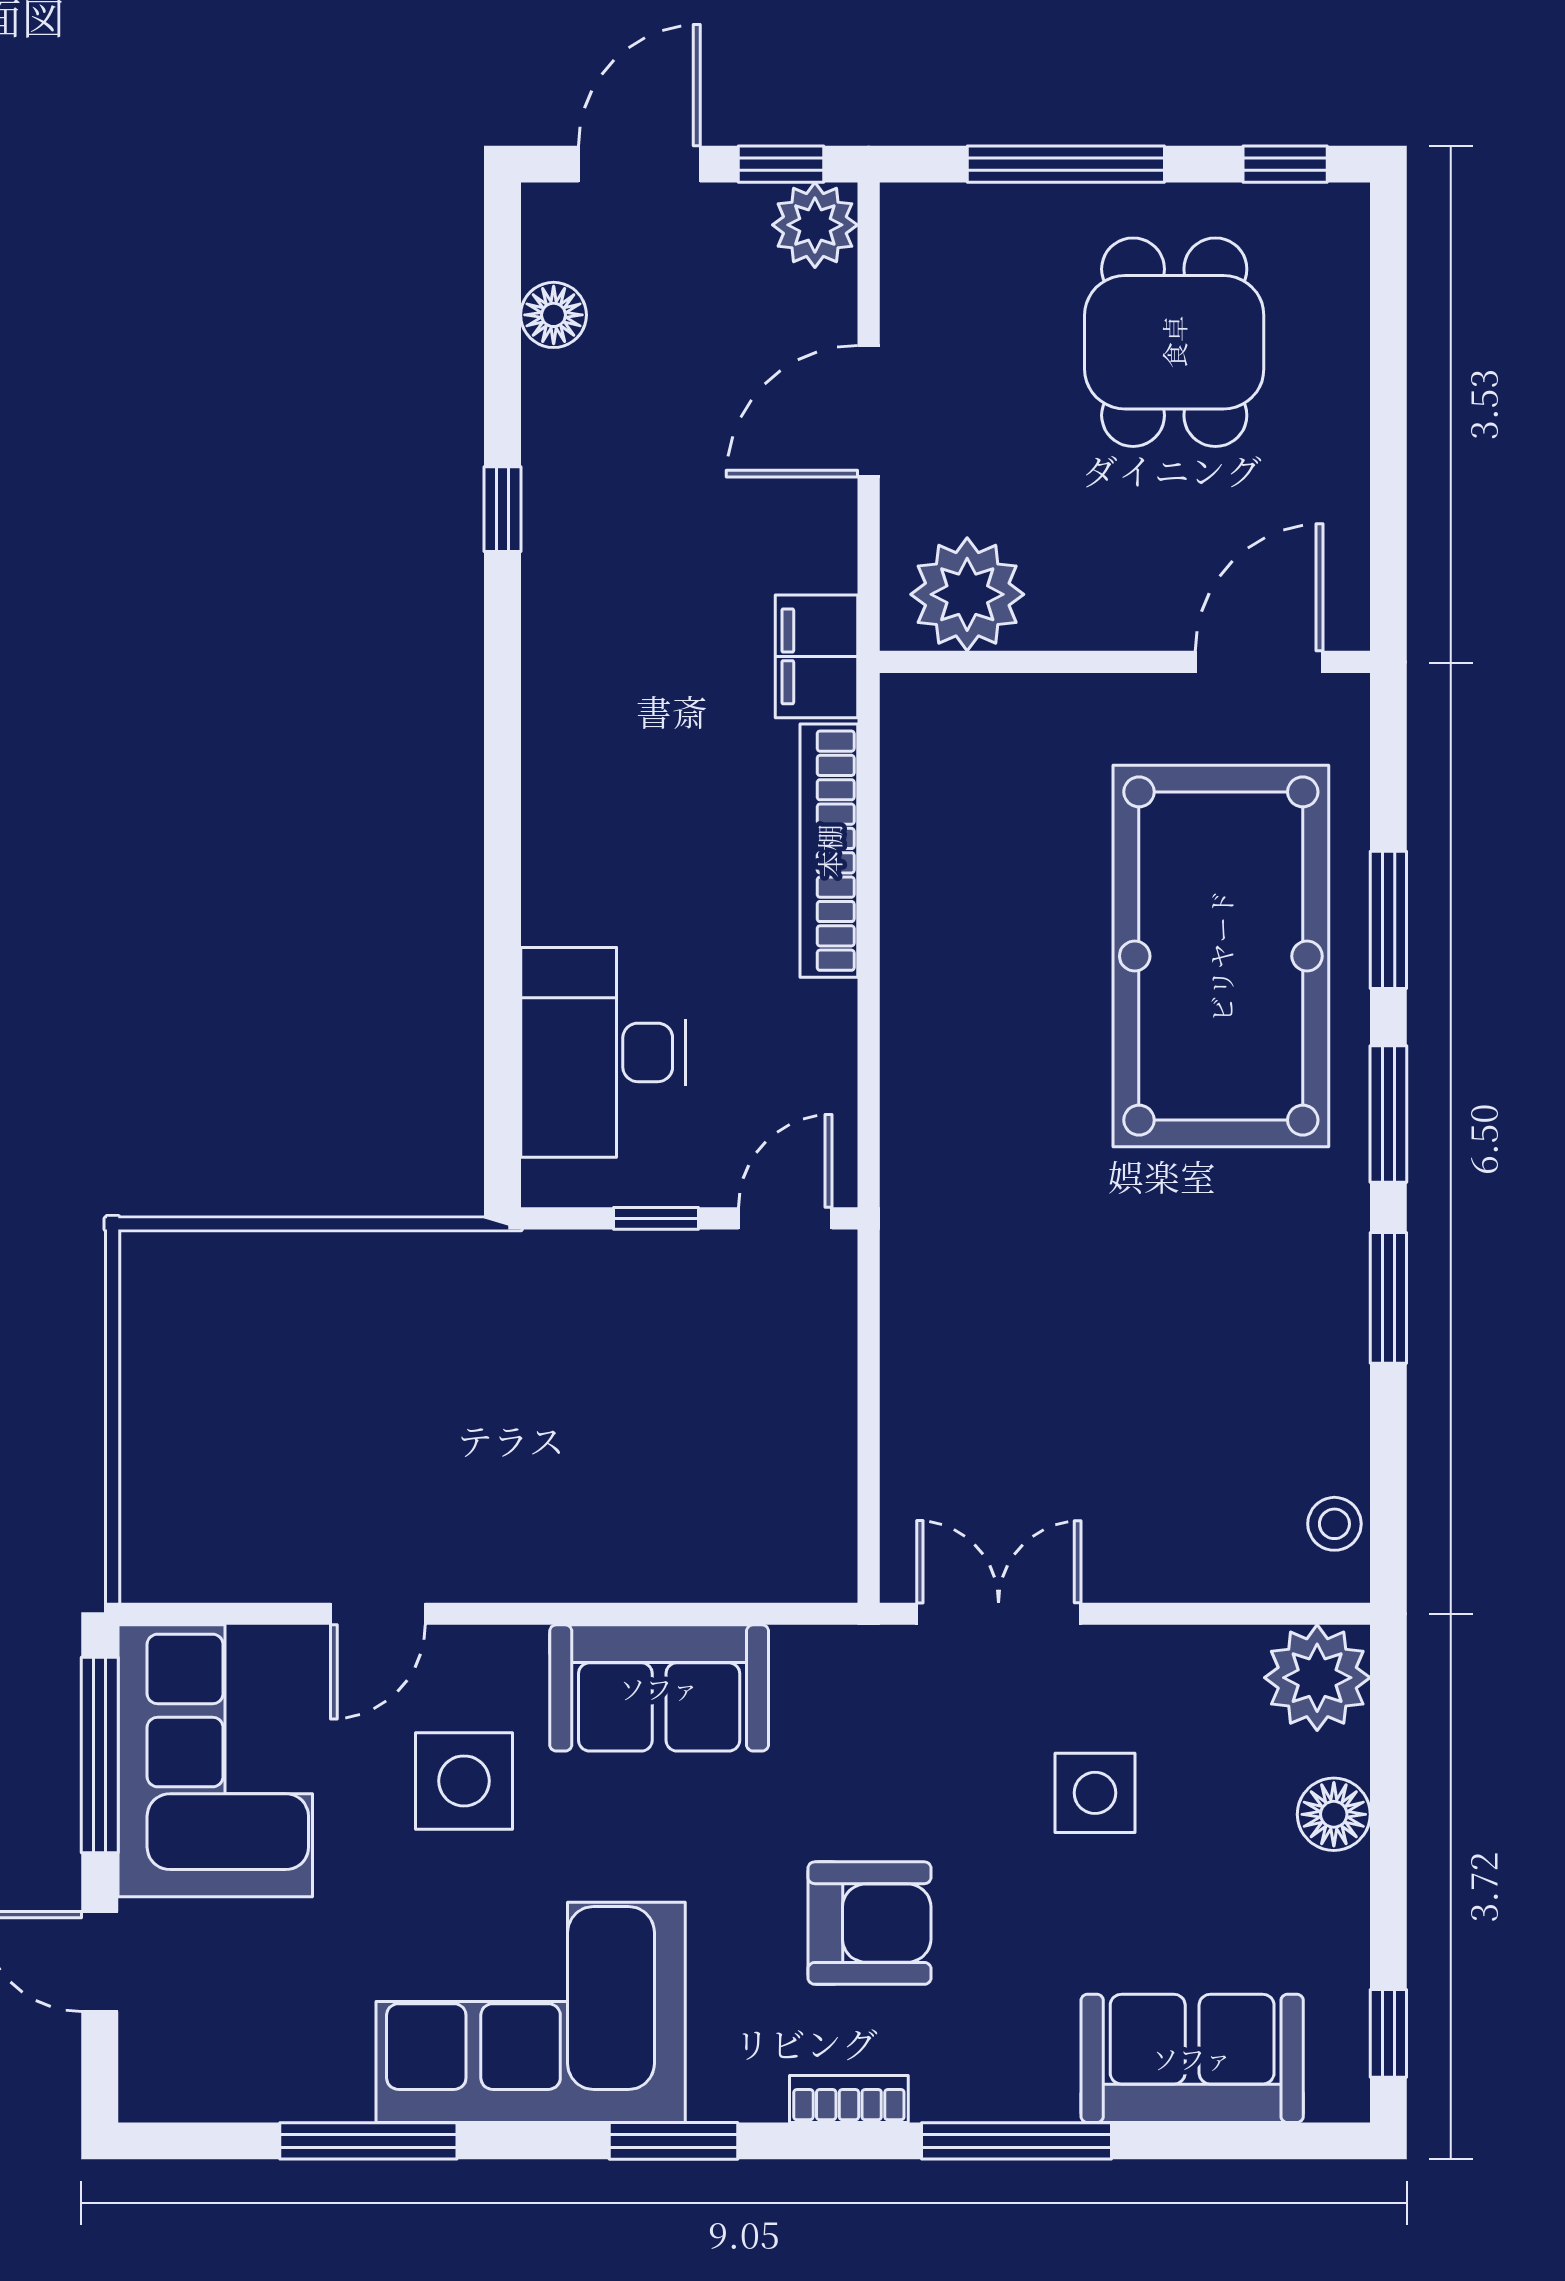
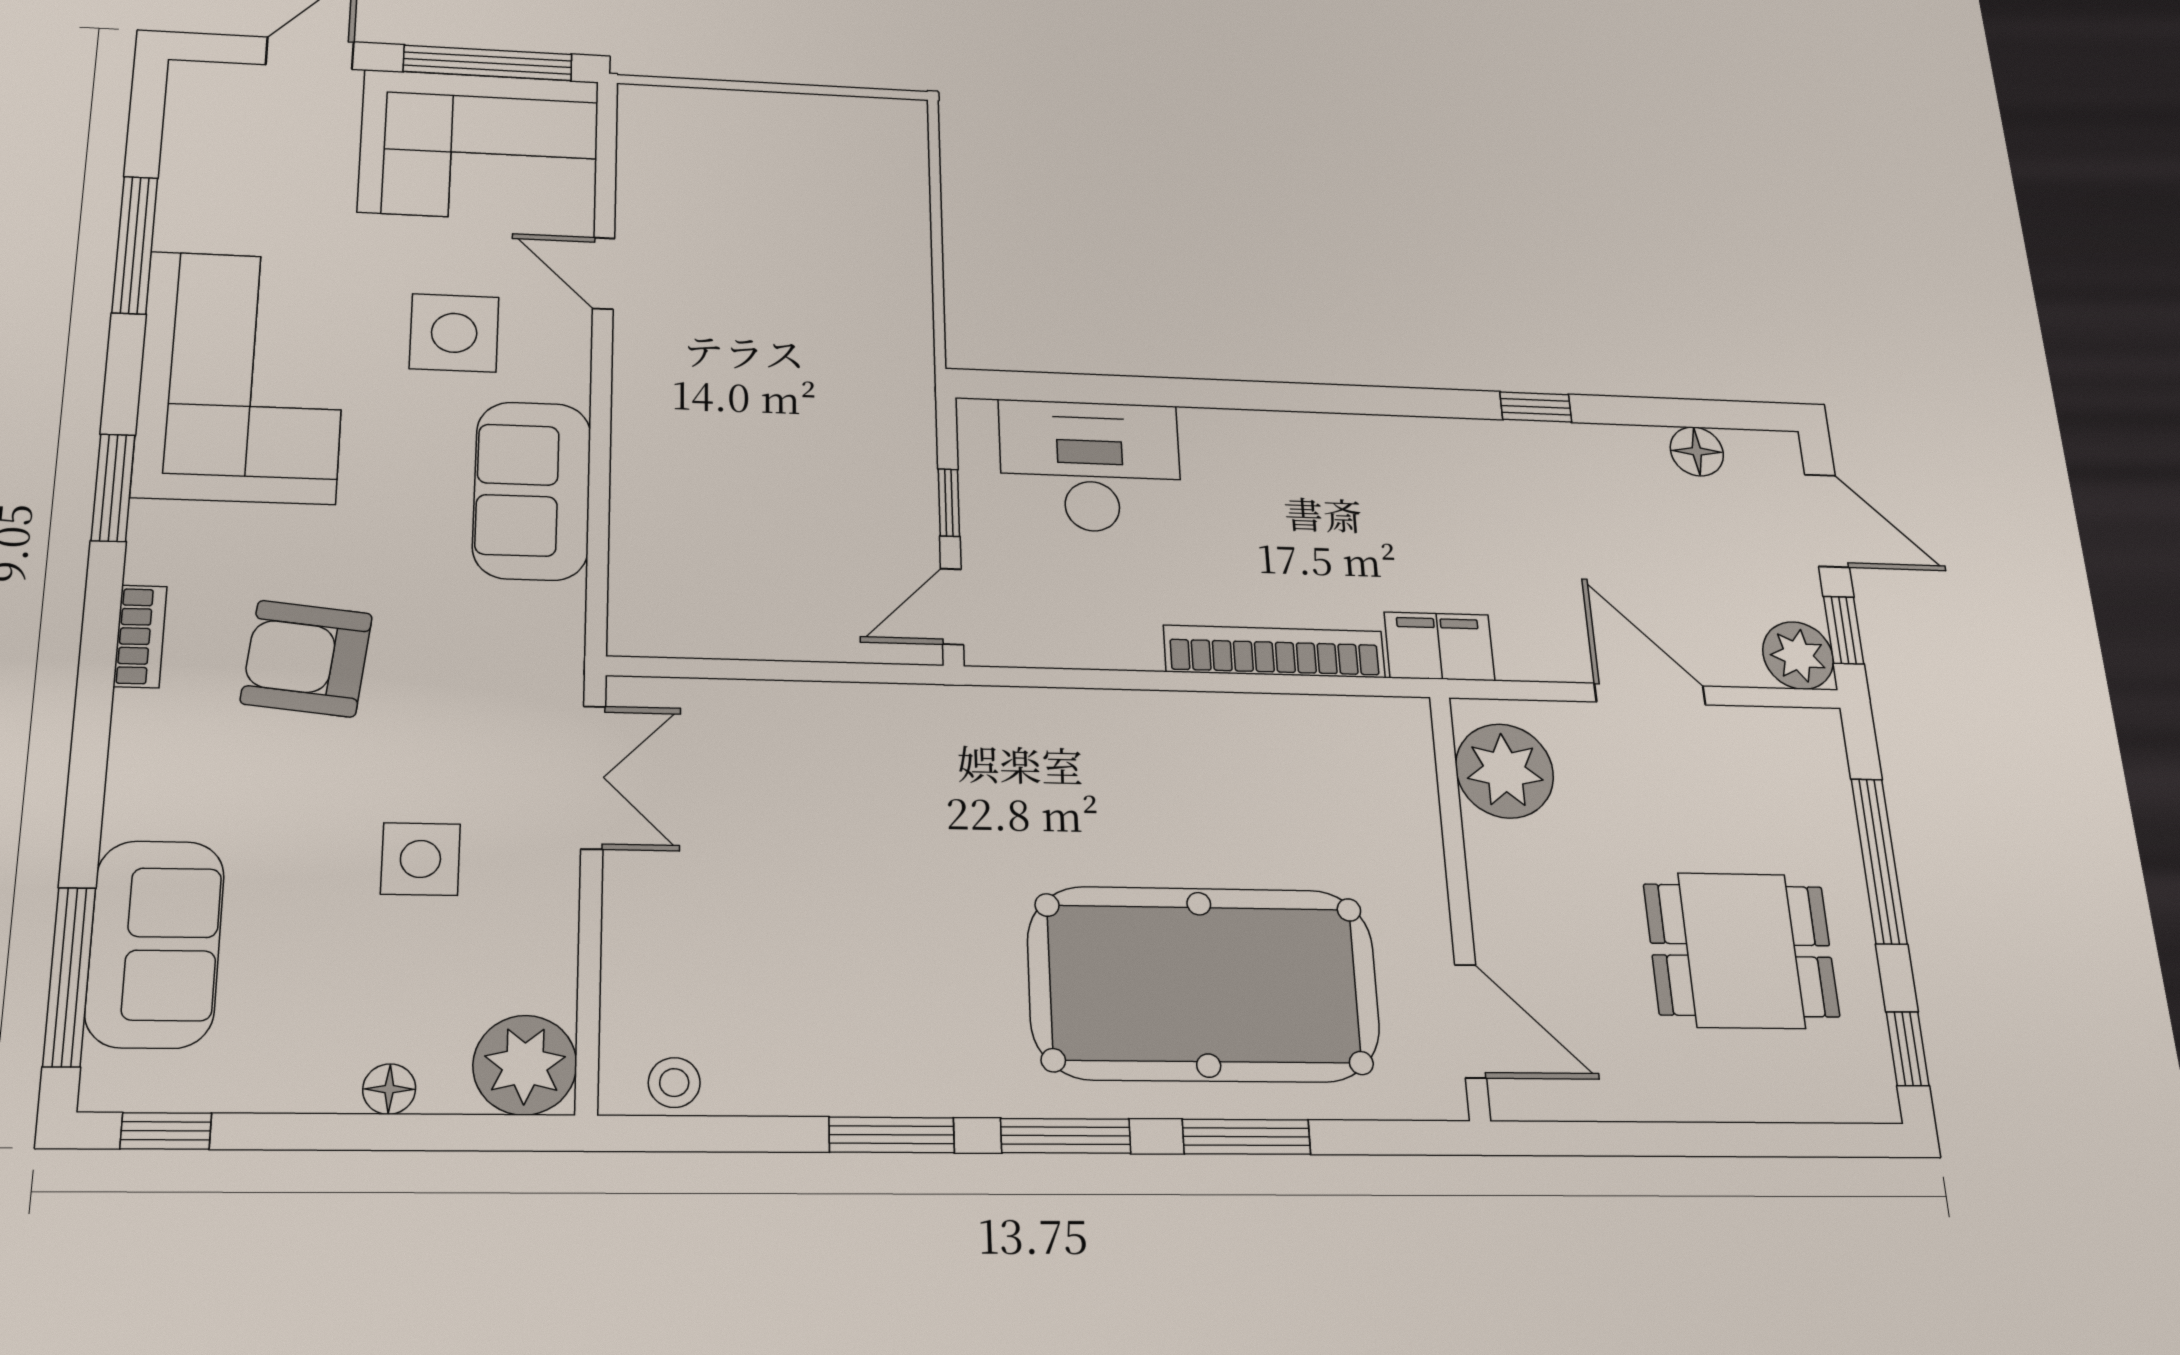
door: (785, 1218) -> (952, 607), swing flipped
floor lamp: (1334, 1814) -> (389, 1089), width x0.73, depth x0.73
armchair: (870, 1923) -> (307, 659), turned 96
window: (1016, 2141) -> (69, 976), moved

